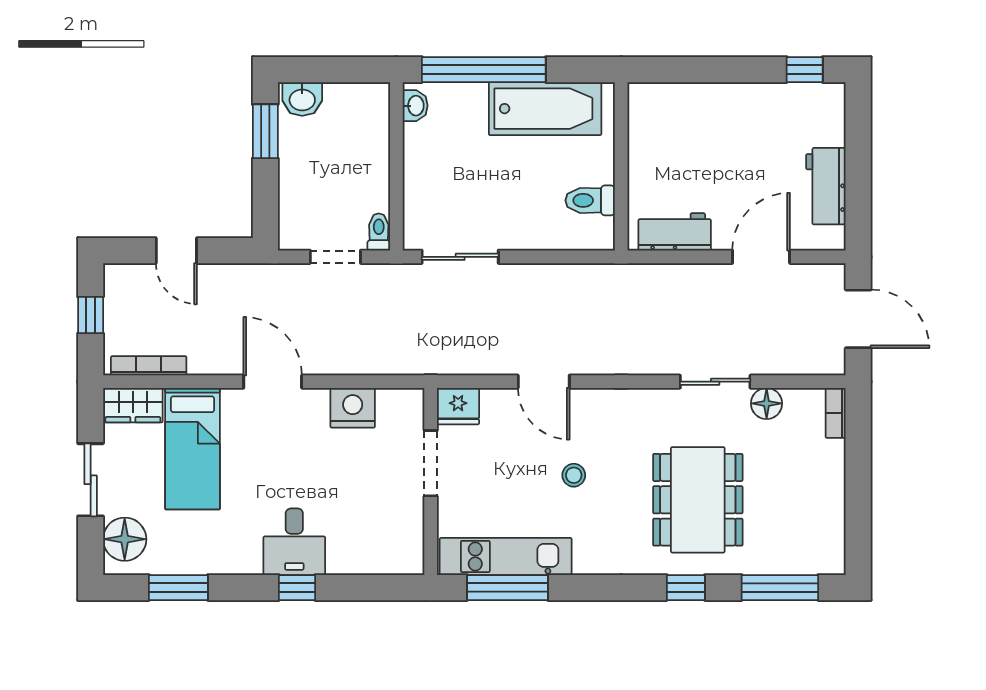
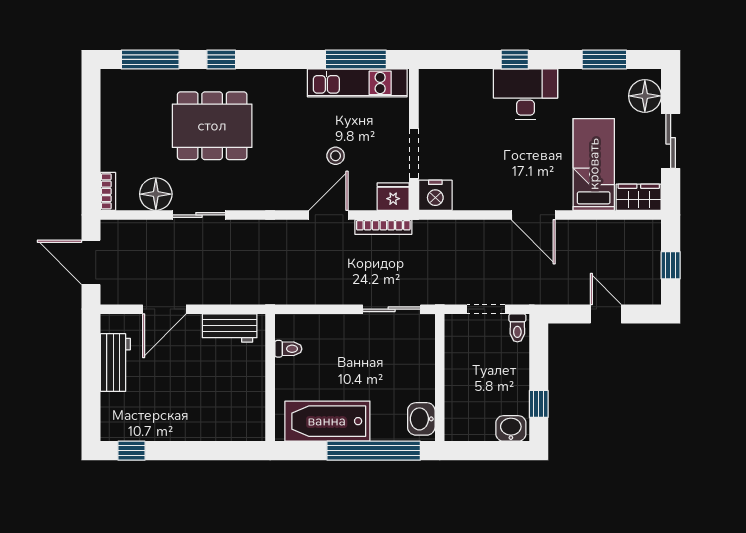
washbasin: (415, 106) -> (421, 419), width x1.38, depth x1.45
window: (265, 131) -> (539, 404), width x0.67
toilet: (590, 200) -> (288, 349), width x0.73, depth x0.72
toilet: (379, 232) -> (517, 328), moved
bookcase: (149, 366) -> (383, 227), moved
door: (544, 382) -> (328, 215), hinge flipped
floor lamp: (767, 403) -> (156, 194), width x1.38, depth x1.38
nightstand: (353, 408) -> (435, 195), moved
stool: (574, 475) -> (336, 156), moved
dining table: (698, 500) -> (212, 126), turned 90
desk: (294, 542) -> (526, 94), width x1.37

